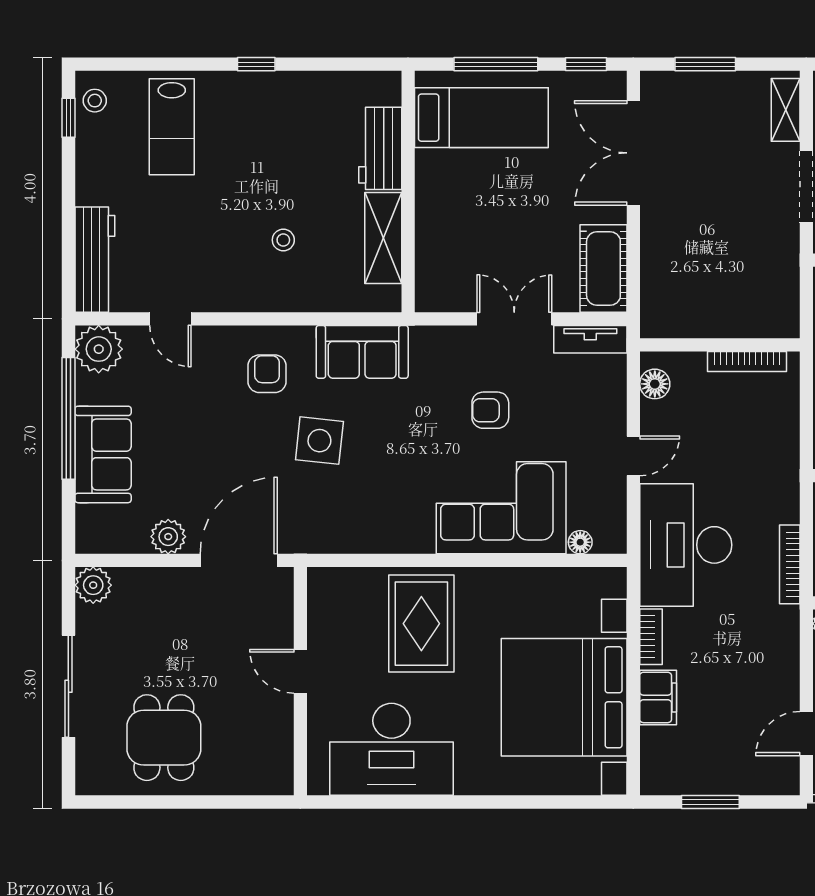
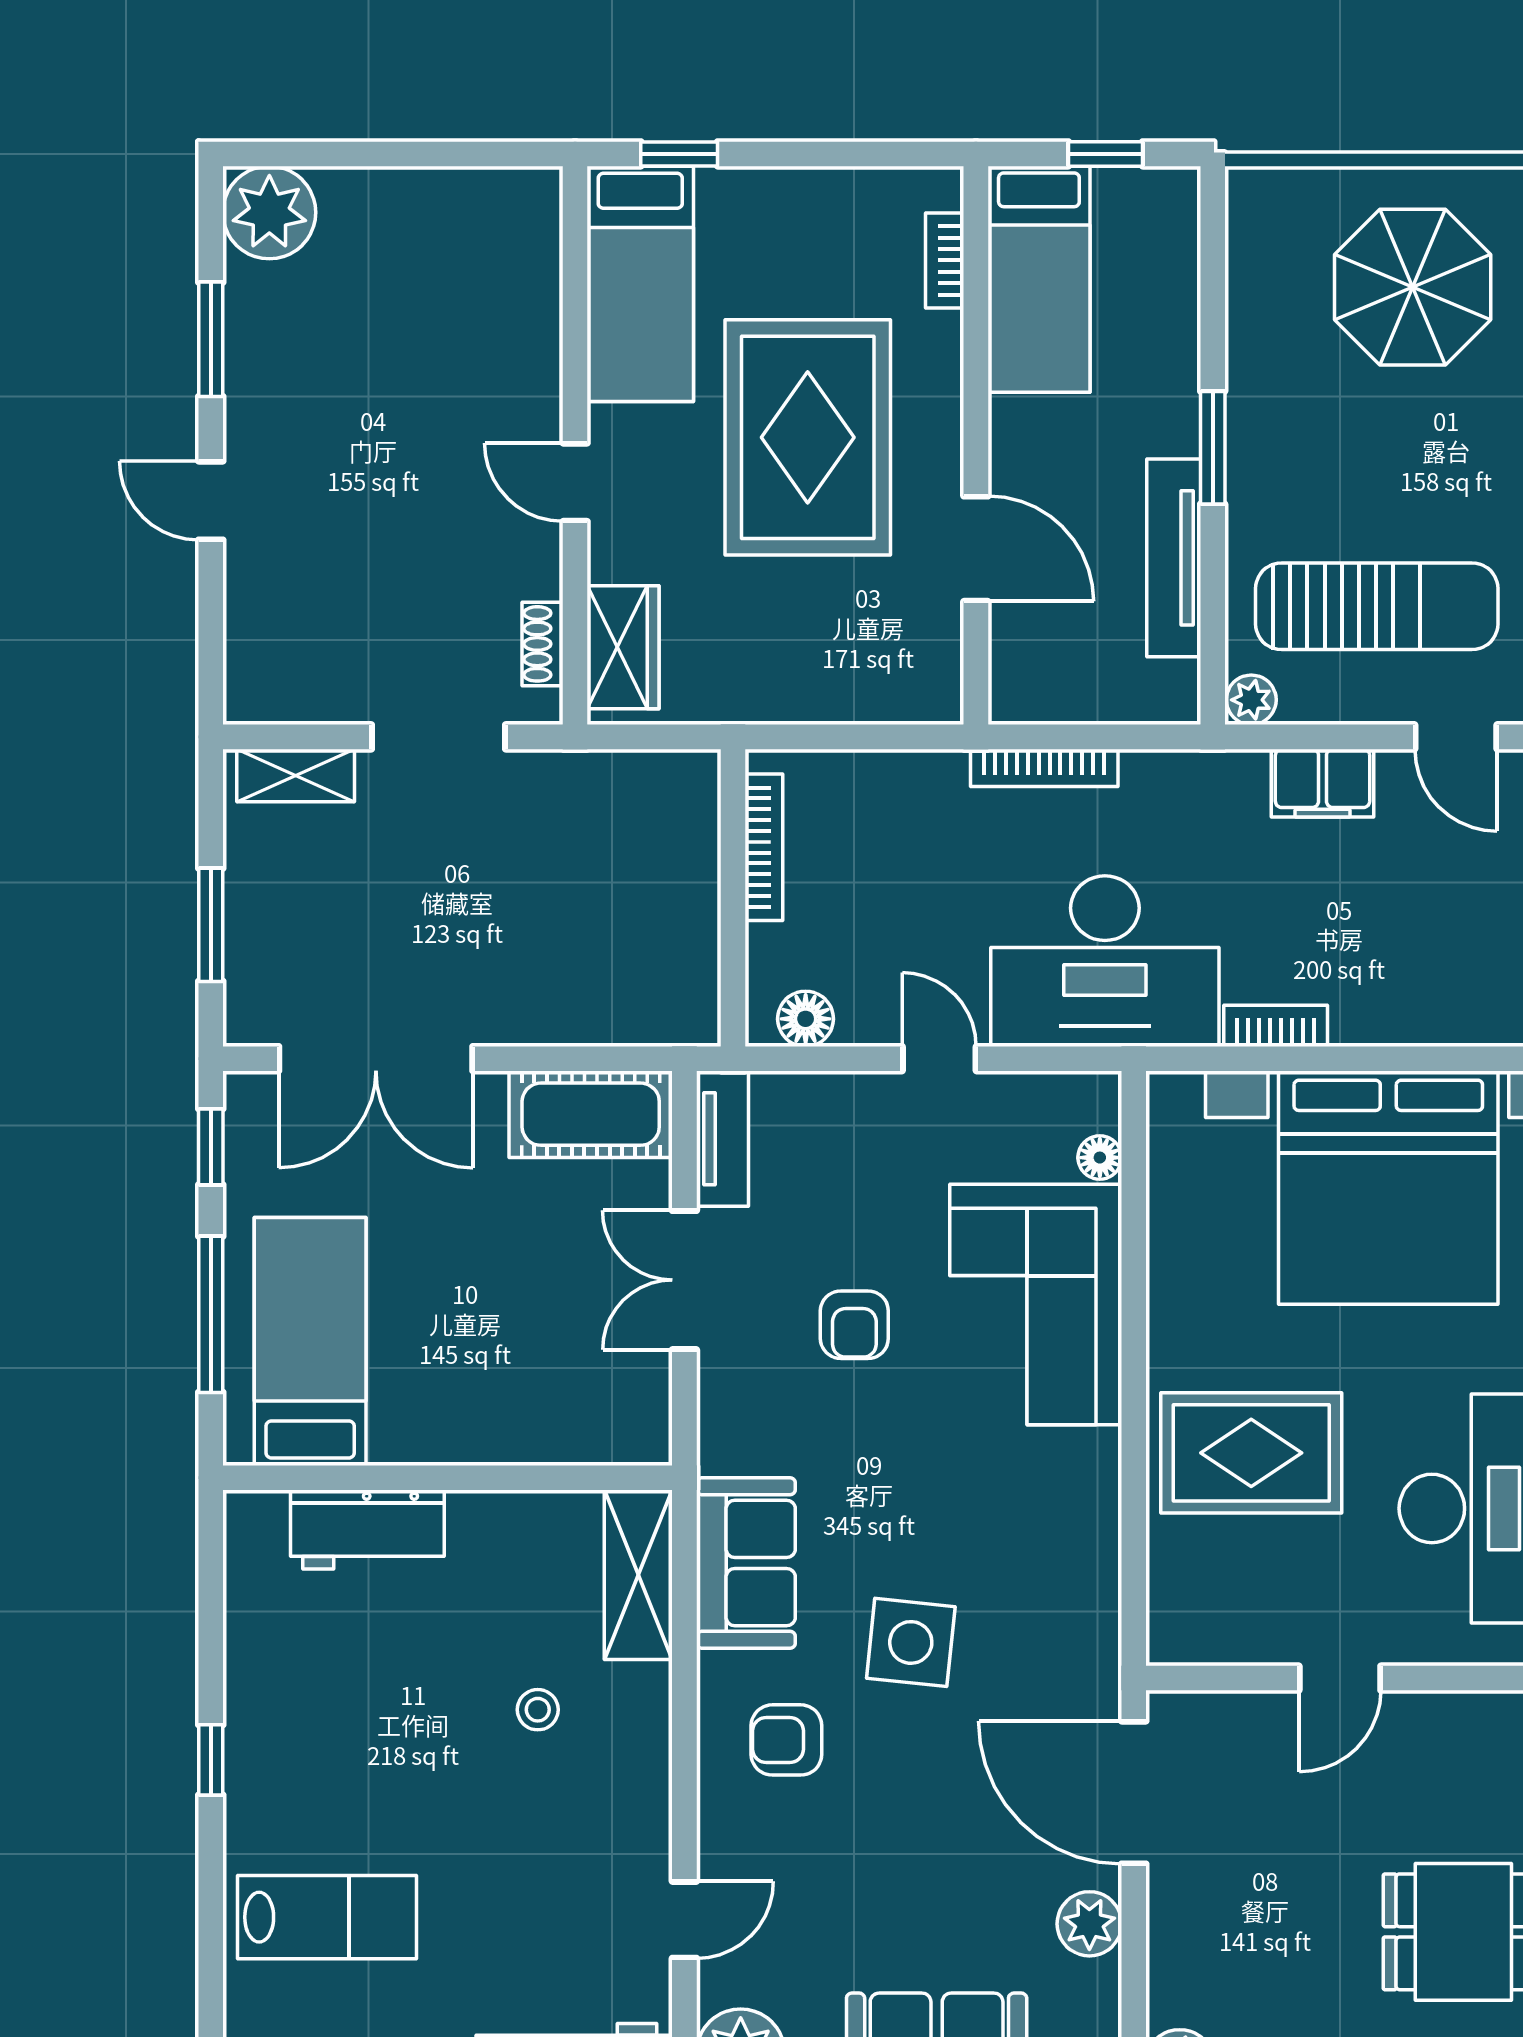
shelving: (383, 238) -> (638, 1575), moved, turned 90
bookcase: (790, 564) -> (1044, 768), moved
filing cabinet: (658, 697) -> (1323, 783), moved, turned 180

